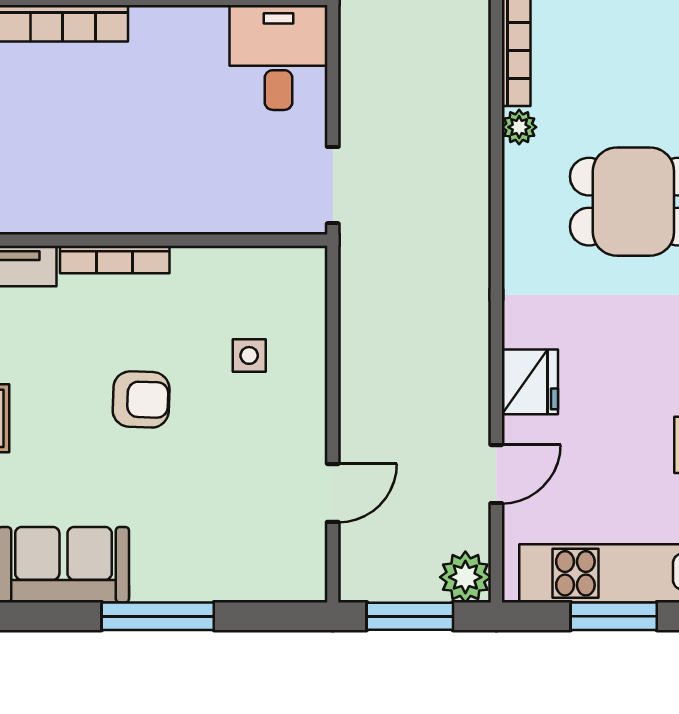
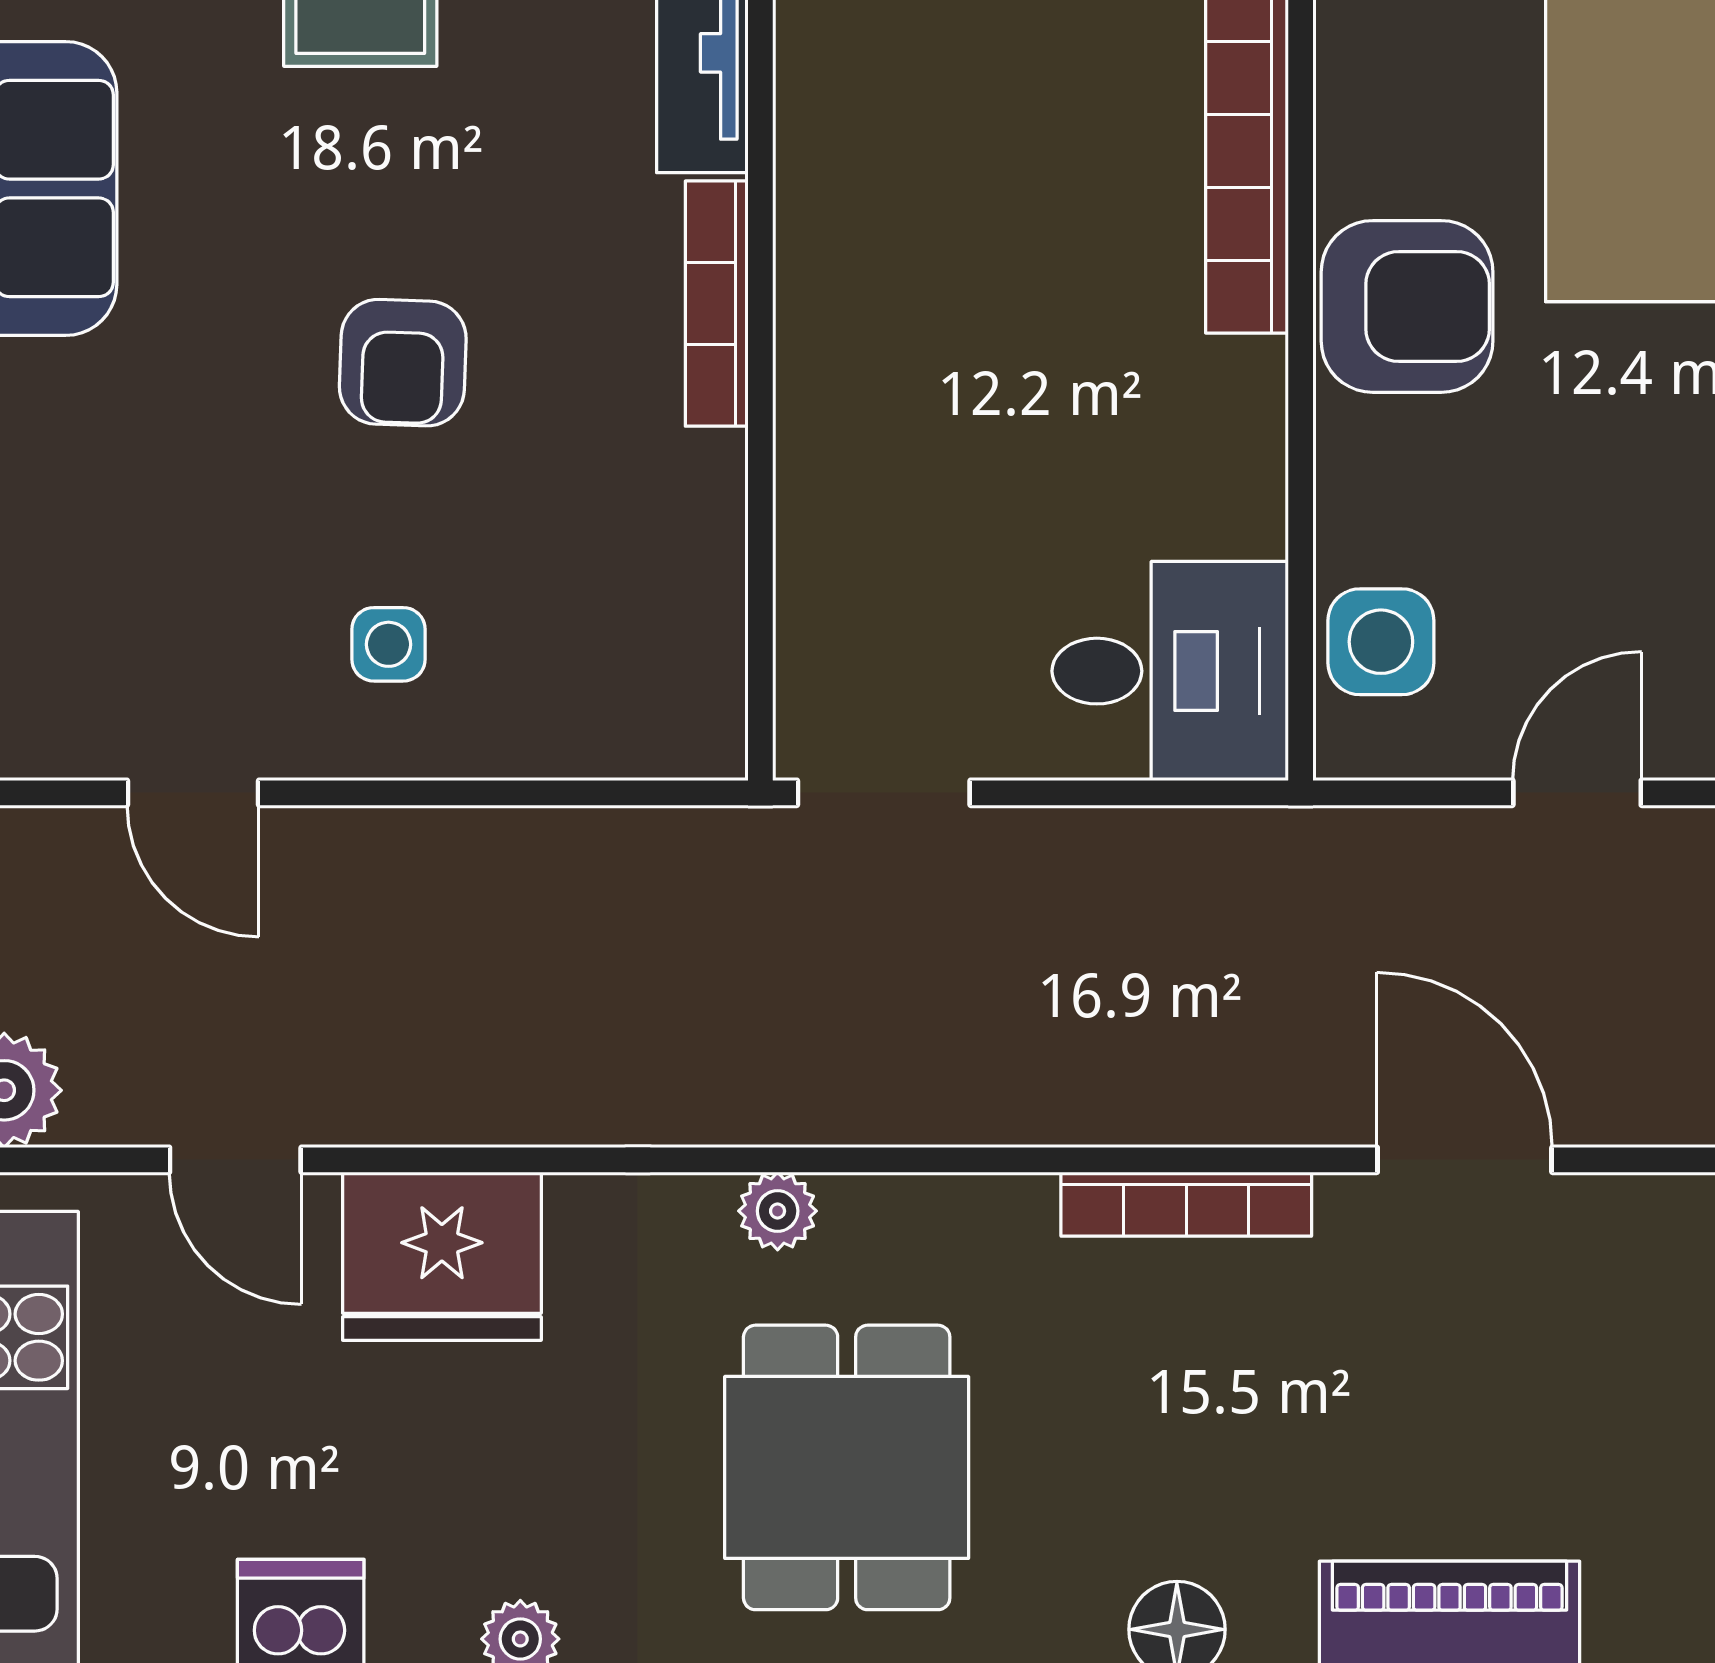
plant: (519, 127) -> (778, 1211), moved
side table: (249, 355) -> (388, 644), moved
fridge: (530, 382) -> (442, 1256), width x1.36, depth x1.34

